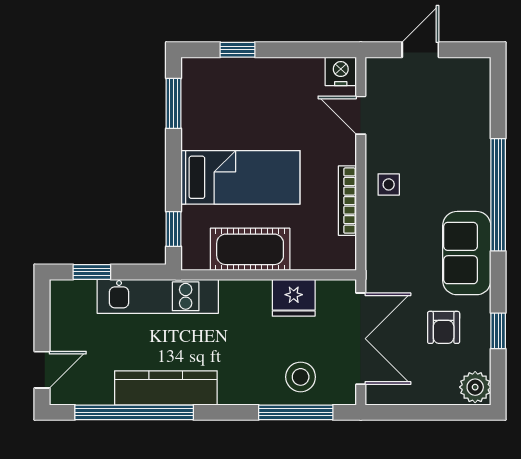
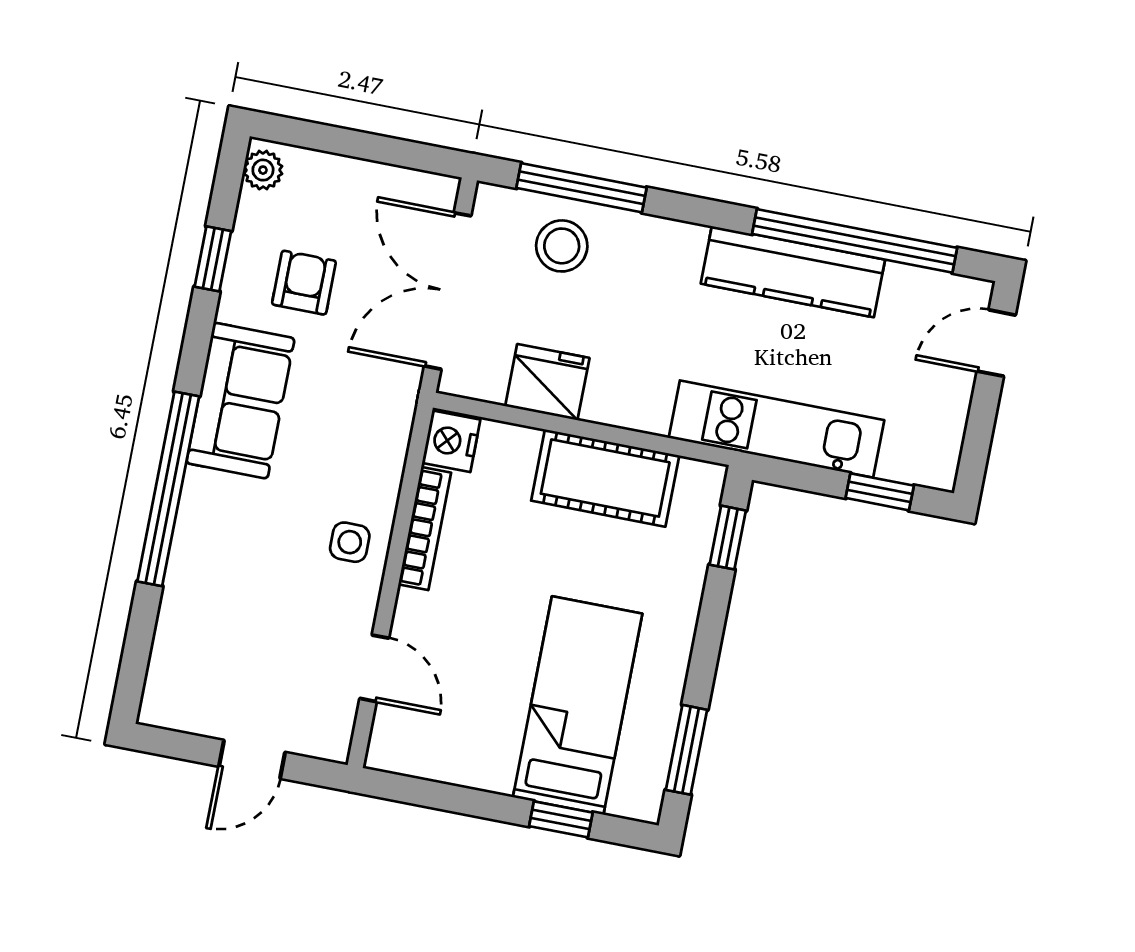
nightstand: (341, 71) -> (451, 441), moved, turned 90
bed: (240, 177) -> (578, 705), moved, turned 90
plant: (475, 387) -> (263, 170), width x0.73, depth x0.73

